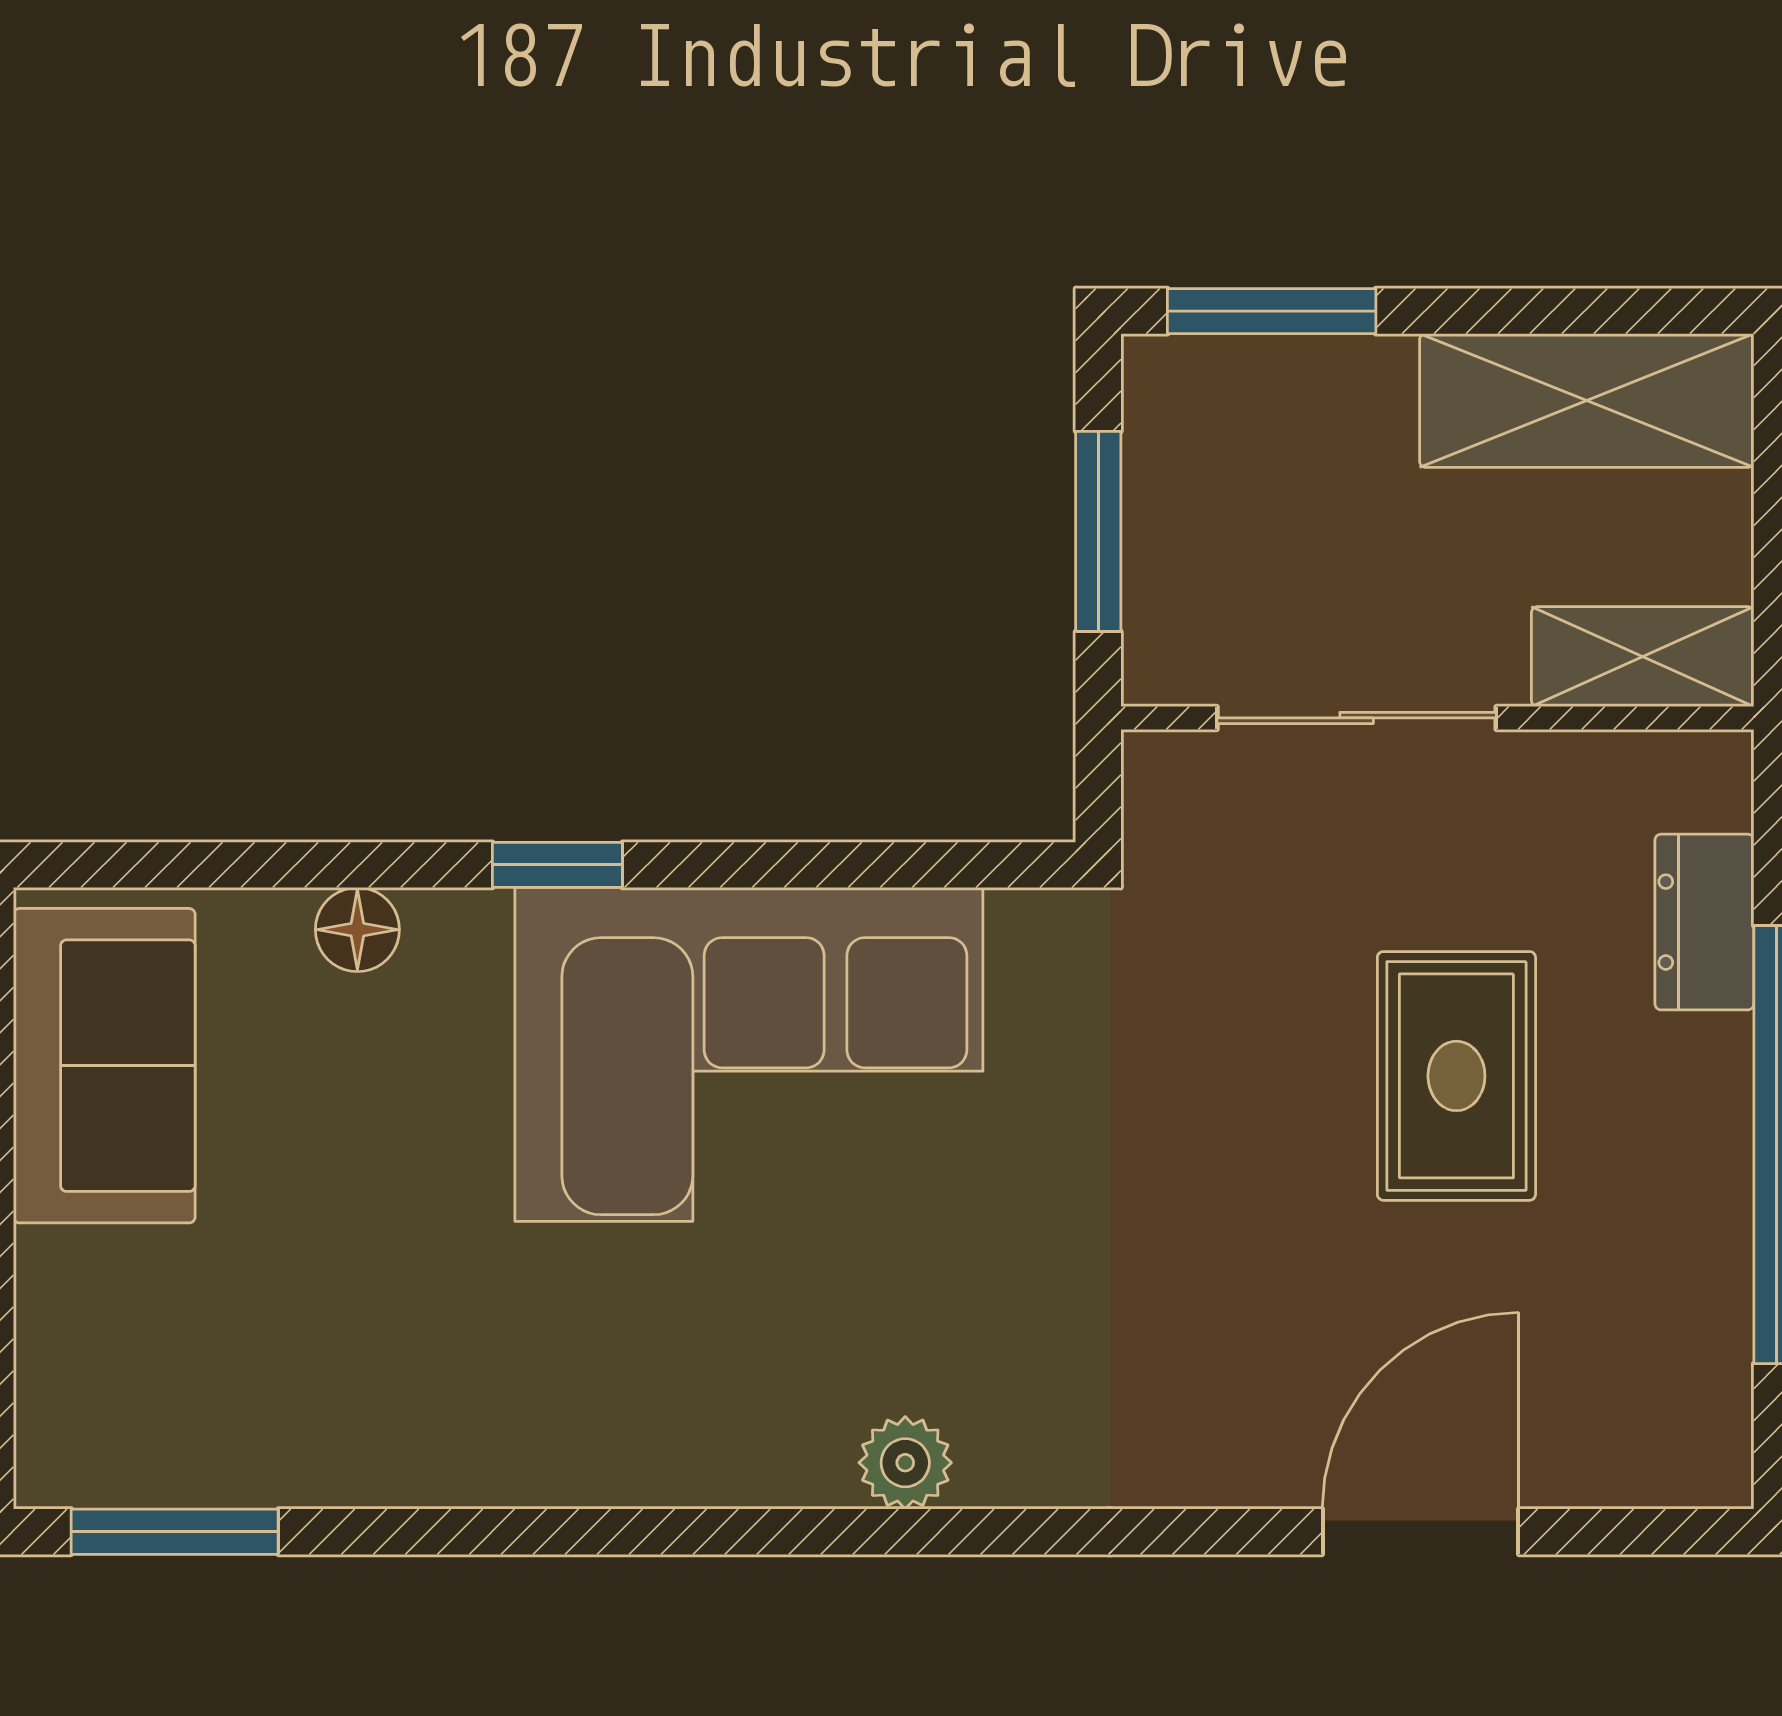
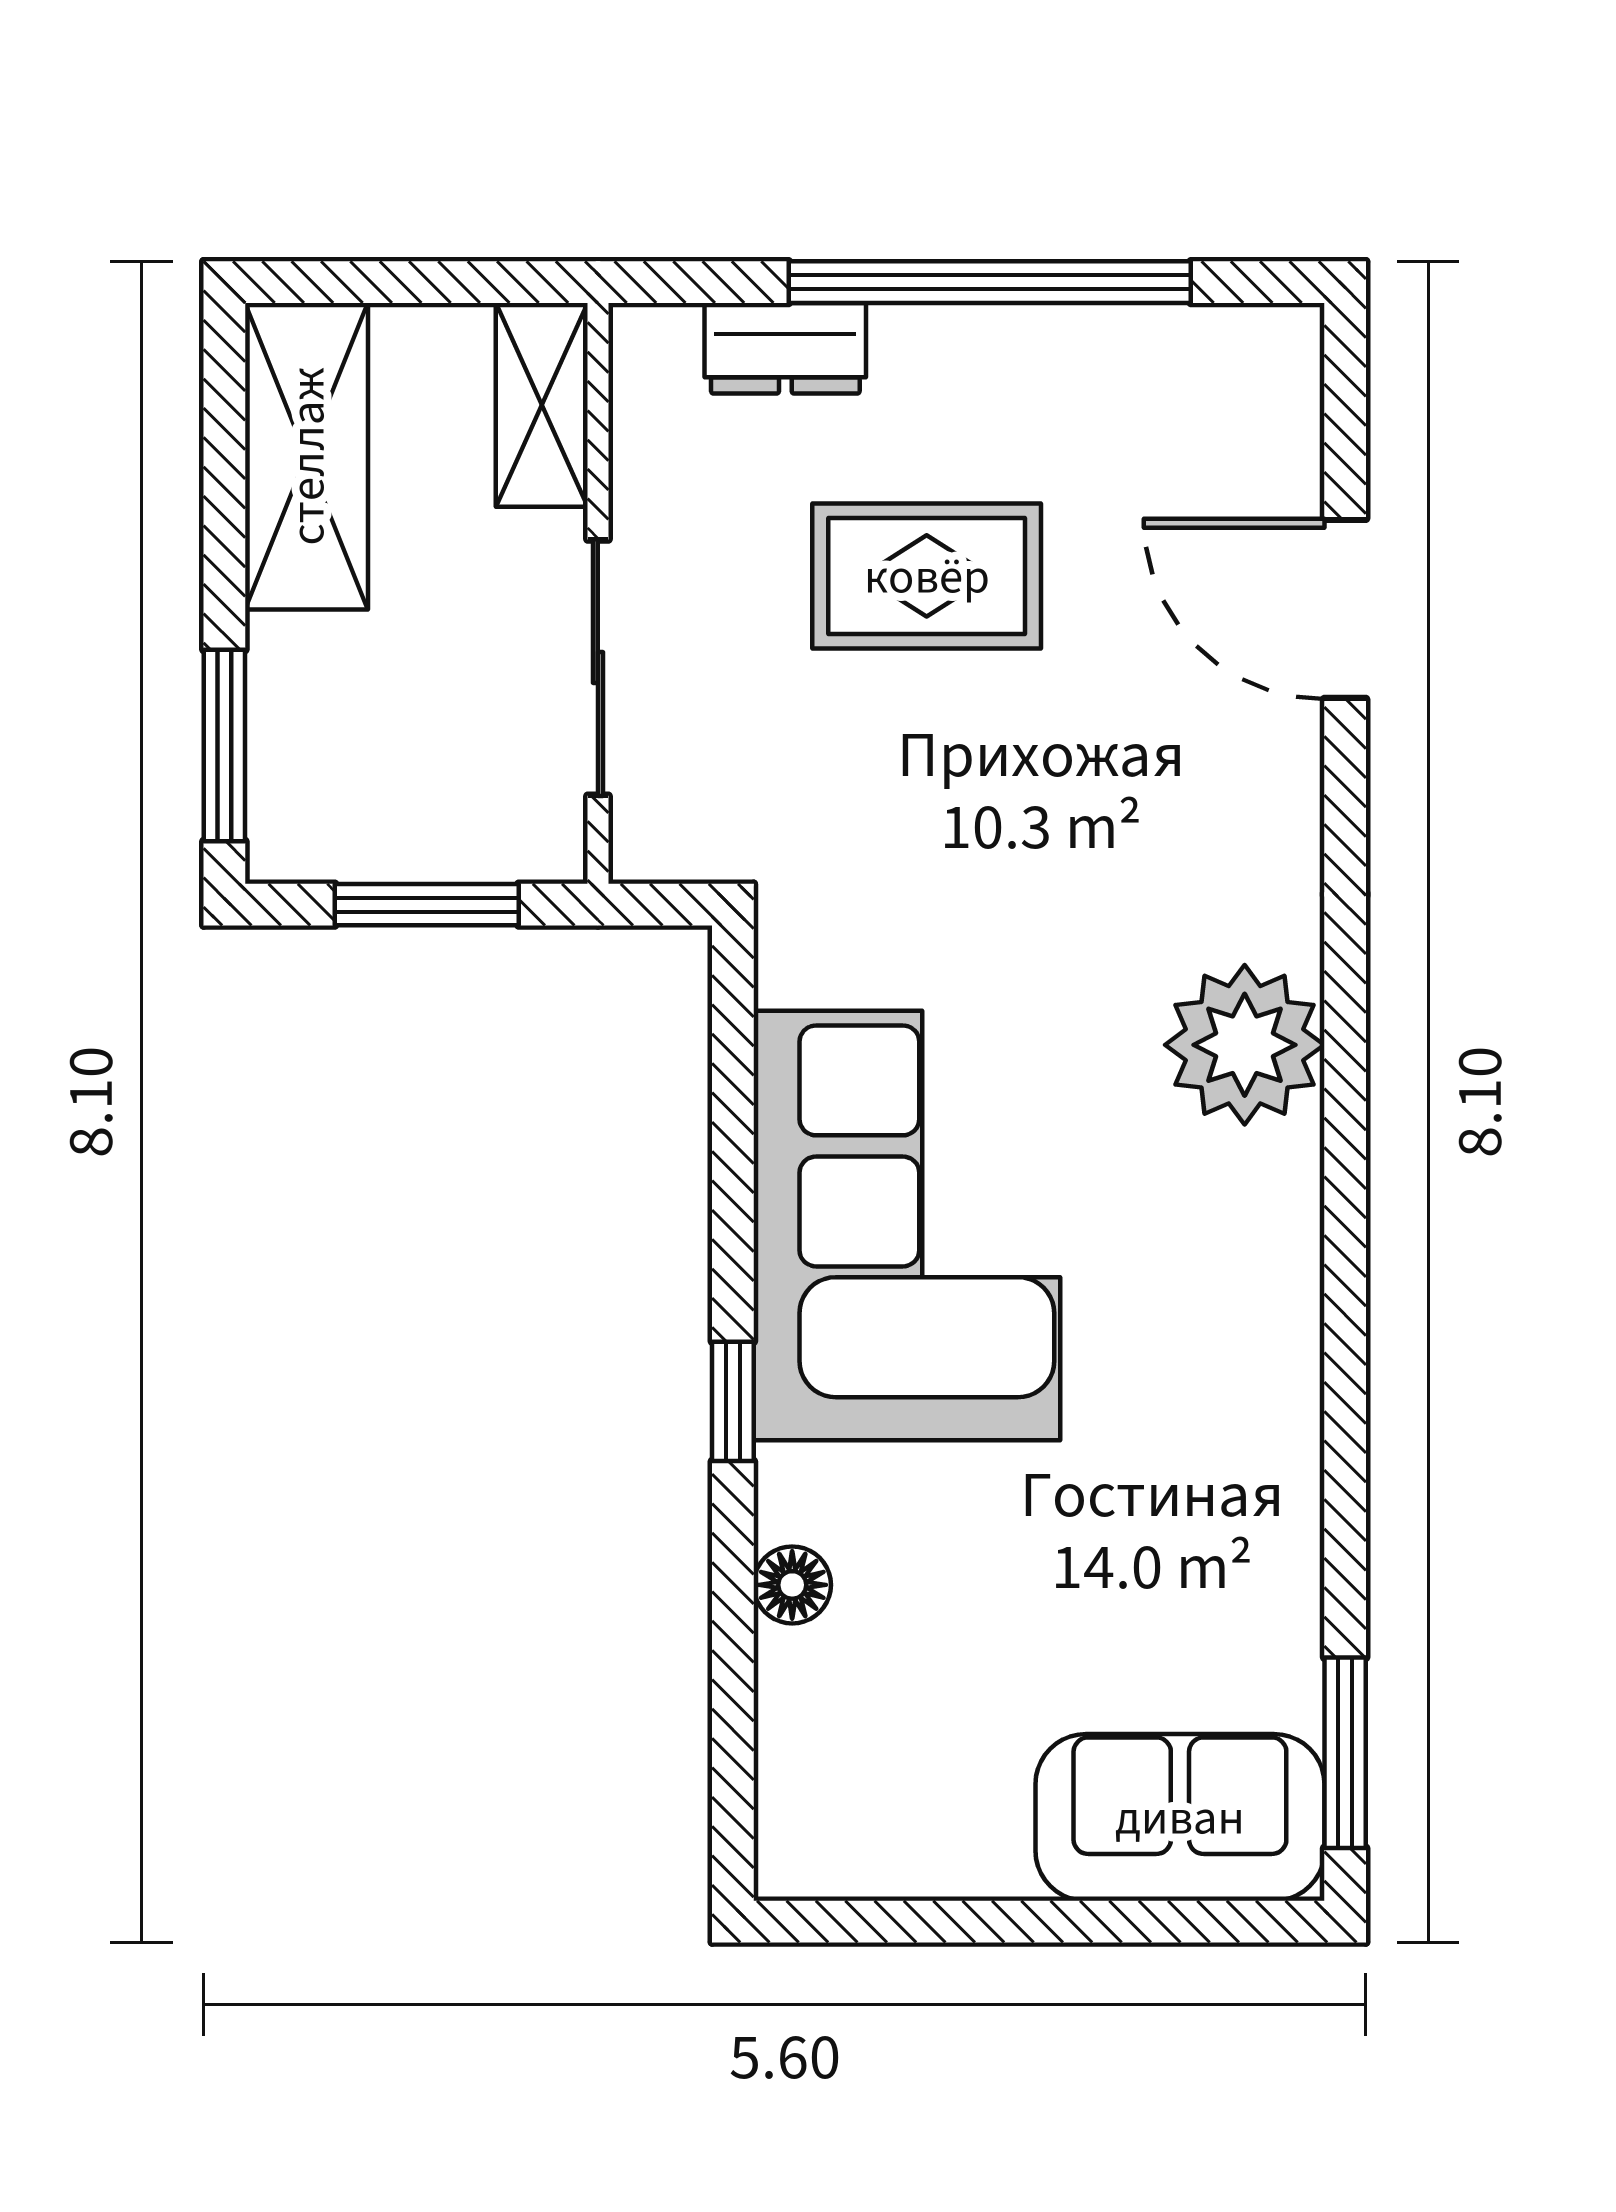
sofa: (104, 1066) -> (1180, 1817), moved
plant: (905, 1463) -> (1245, 1045), width x1.88, depth x1.88

